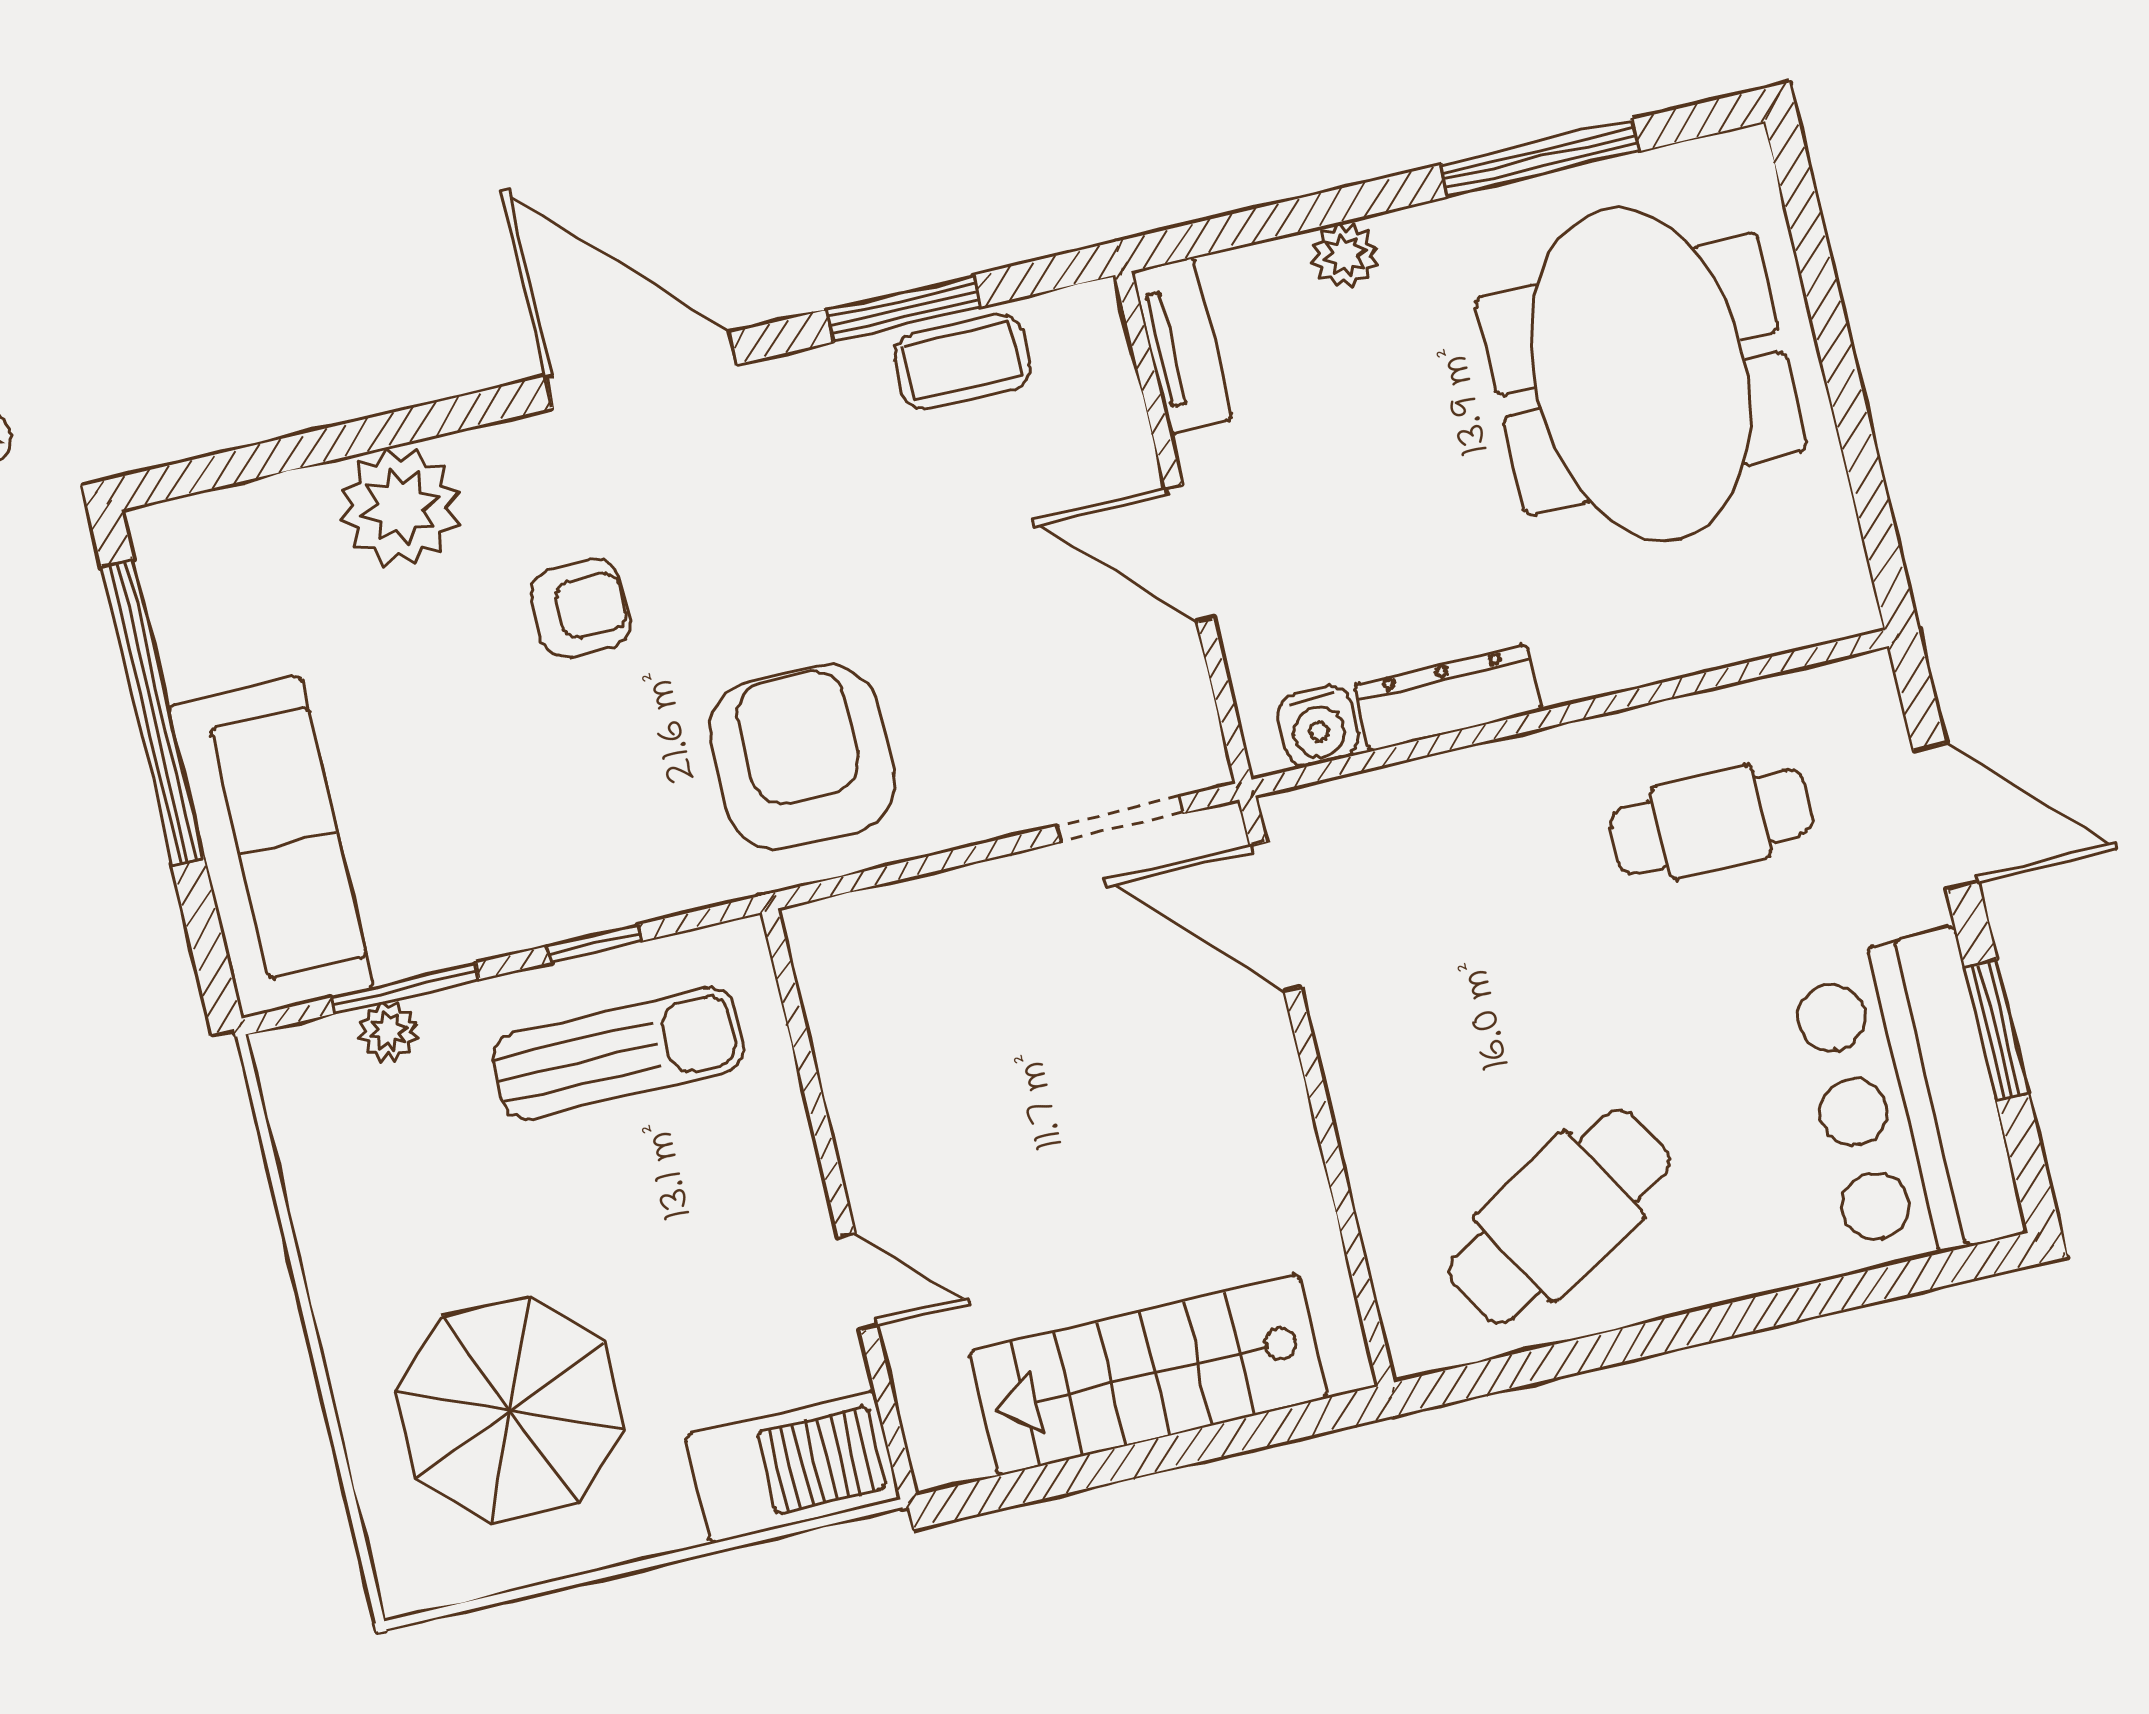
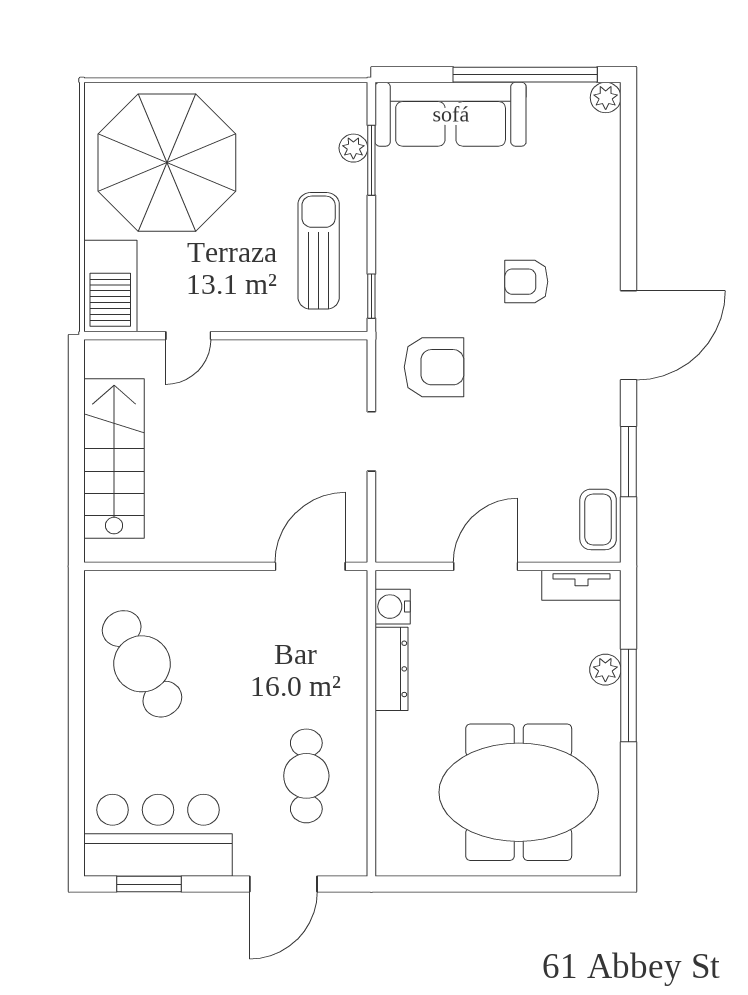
window: (1540, 158) -> (629, 696), moved
coffee table: (962, 362) -> (598, 519), moved
plant: (400, 507) -> (606, 98), moved, width x0.53, depth x0.53
armchair: (580, 608) -> (526, 282), turned 90
armchair: (803, 757) -> (434, 367), width x0.73, depth x0.73
doorway: (1120, 819) -> (371, 441), moved
window: (595, 943) -> (371, 296), moved
window: (1996, 1030) -> (149, 884), moved
sun lounger: (618, 1053) -> (319, 251), turned 180
parasol: (510, 1410) -> (167, 163), width x1.36, depth x1.36

